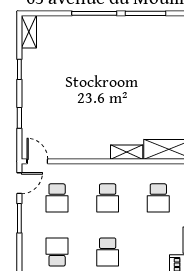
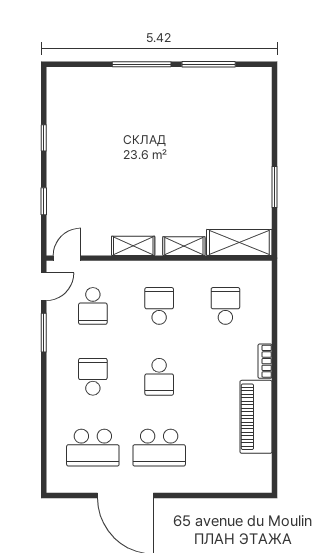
shelving: (29, 32) -> (133, 246), moved, turned 90
door: (37, 161) -> (67, 258), hinge flipped
school desk: (108, 198) -> (159, 306), turned 180
school desk: (158, 198) -> (225, 306), turned 180

